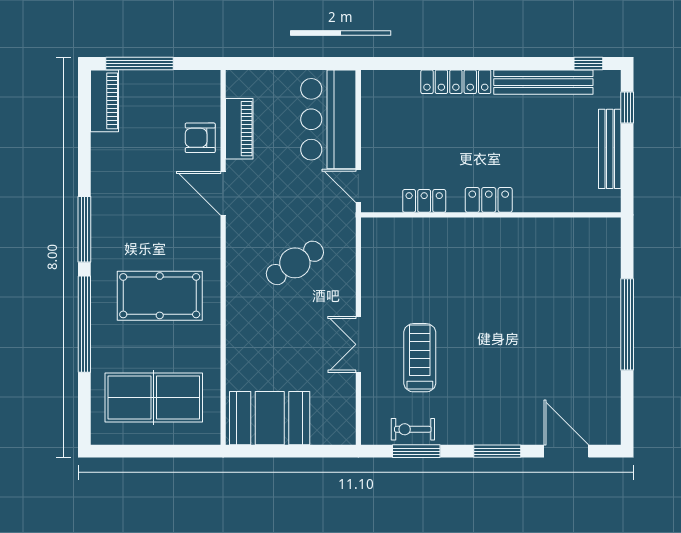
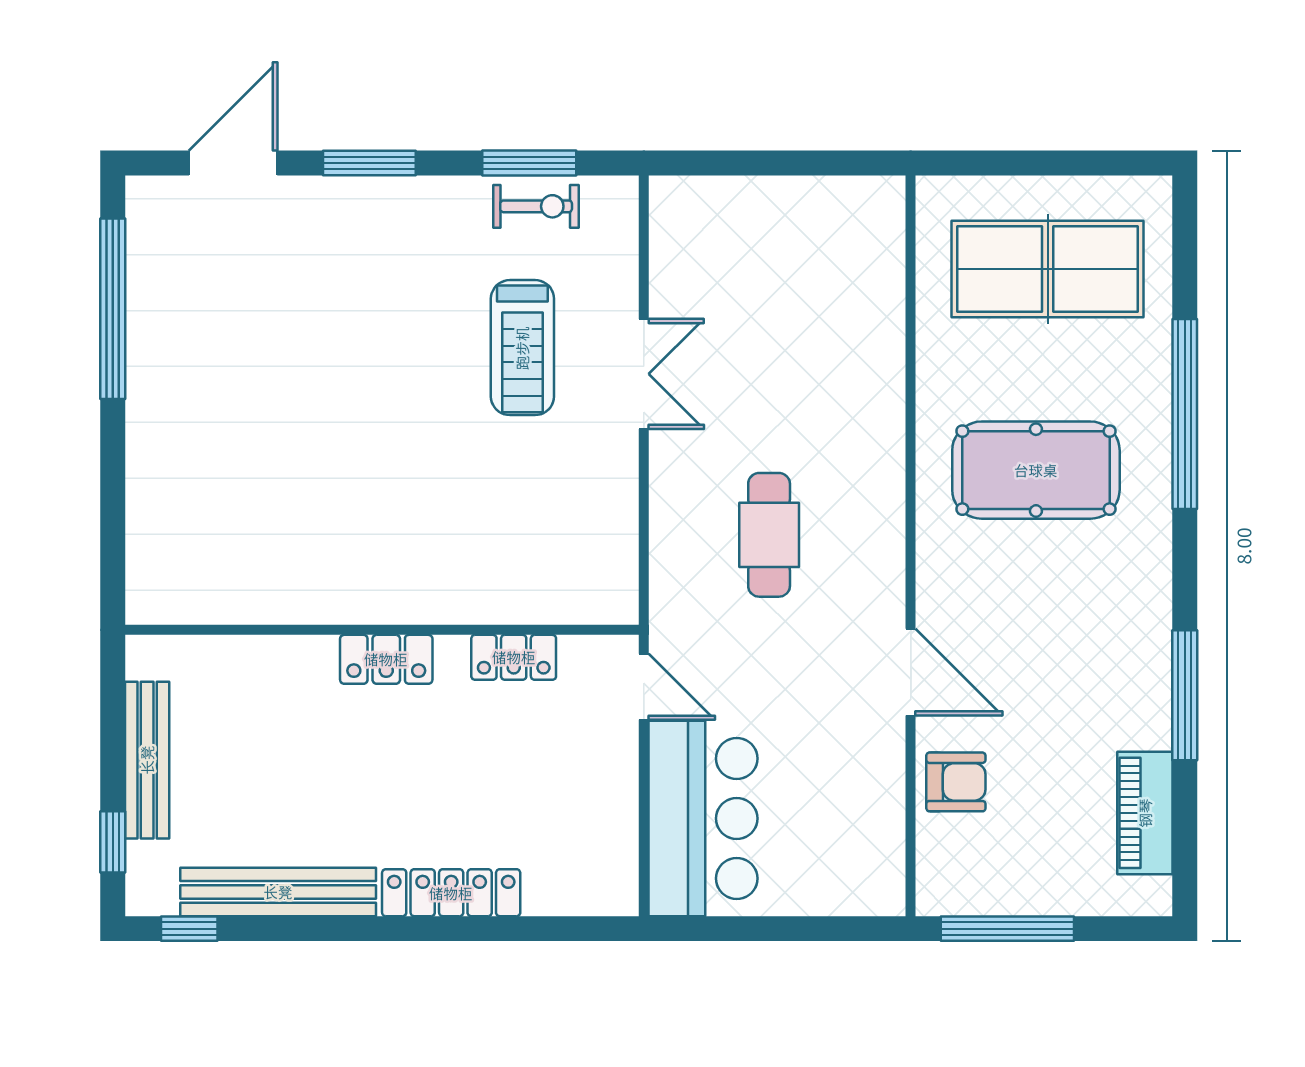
window: (140, 64) -> (1007, 929), moved
piano: (105, 101) -> (1145, 813), moved
piano: (239, 129) -> (879, 800), removed
window: (84, 229) -> (1185, 695), moved
cafe table: (295, 263) -> (769, 535), turned -58
window: (627, 324) -> (113, 309), moved
booth: (270, 418) -> (819, 228), removed
door: (566, 451) -> (233, 163), swing flipped

